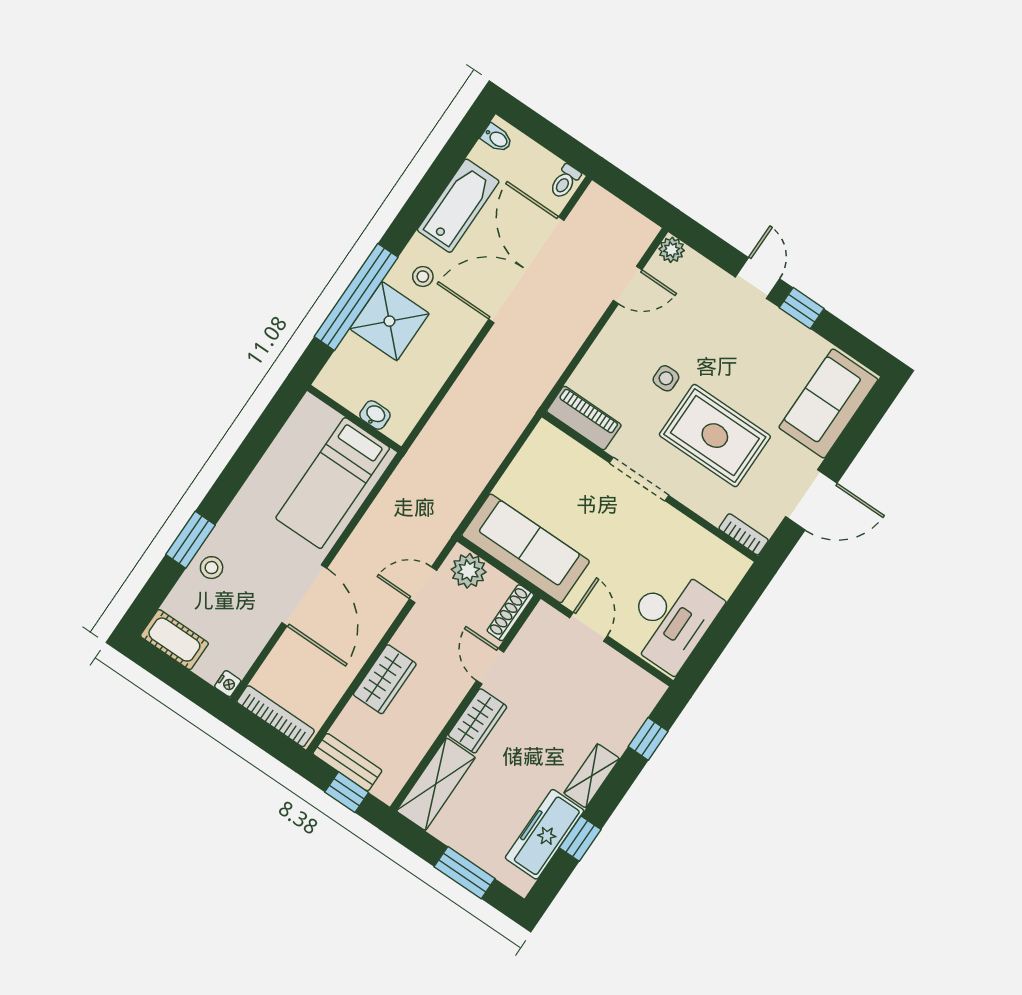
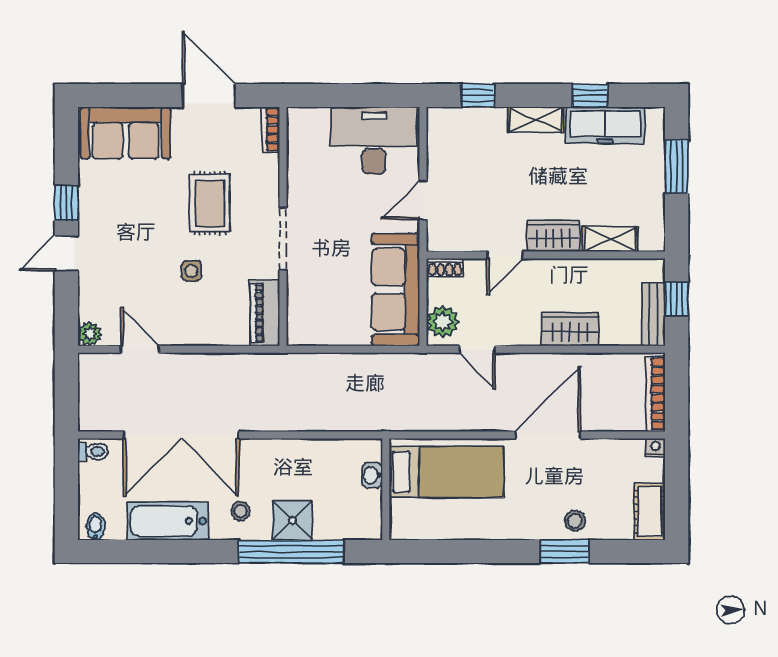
shower: (389, 321) -> (292, 520), width x0.73, depth x0.73
rug: (715, 436) -> (210, 203), width x0.73, depth x0.70
shoe rack: (510, 613) -> (445, 267), width x0.70
shelving: (436, 784) -> (610, 239), width x0.67, depth x0.75

